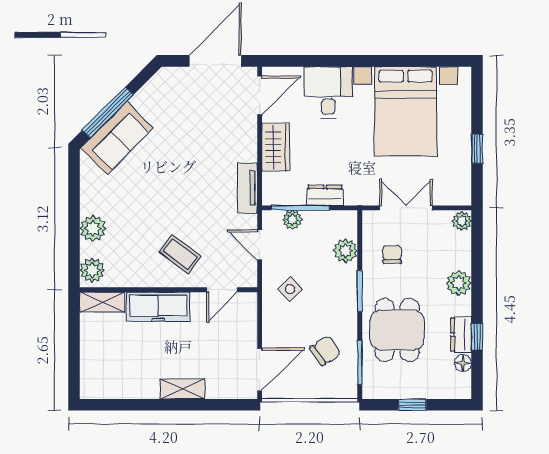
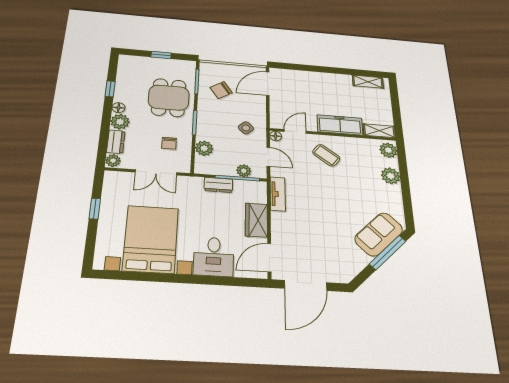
floor lamp: (249, 279) -> (276, 136), added
dresser: (461, 335) -> (116, 142), moved
floor lamp: (463, 363) -> (119, 108), moved
shelving: (182, 389) -> (368, 82), moved

